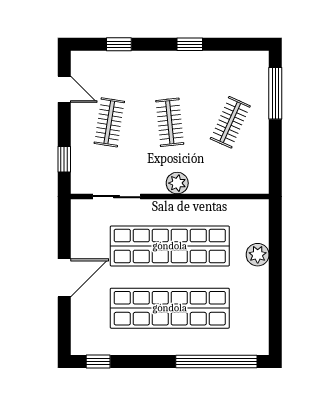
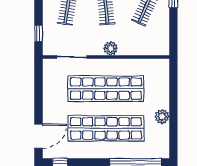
plant: (258, 255) -> (162, 117), moved
door: (64, 278) -> (38, 136), moved

